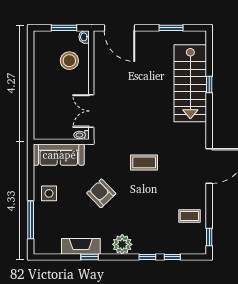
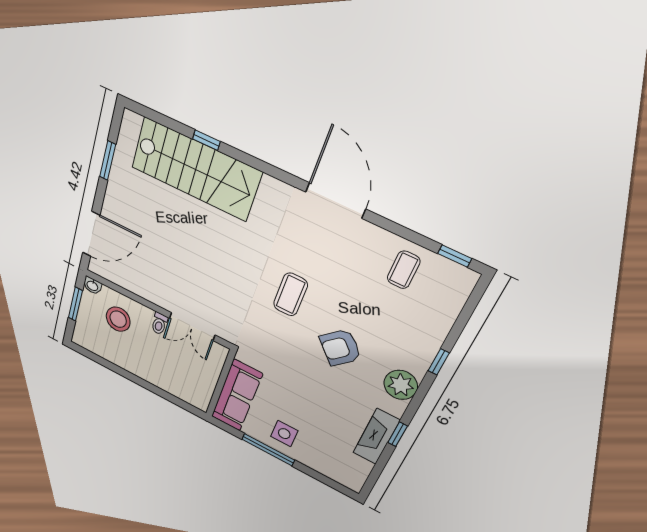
toilet: (82, 135) -> (159, 324), moved
armchair: (101, 193) -> (340, 348), moved
window: (31, 220) -> (268, 450), moved
window: (172, 257) -> (458, 328), removed

